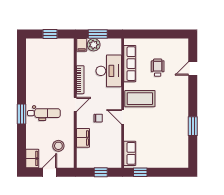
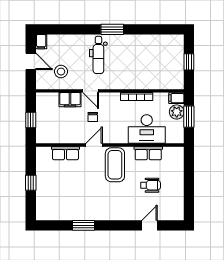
row of seats: (130, 64) -> (148, 153), width x0.68
door: (193, 68) -> (150, 225), hinge flipped
door: (75, 104) -> (91, 91), moved
window: (22, 114) -> (112, 29), moved
row of seats: (130, 153) -> (65, 153), moved
filing cabinet: (32, 158) -> (41, 42), width x0.50
window: (140, 172) -> (31, 183), moved

